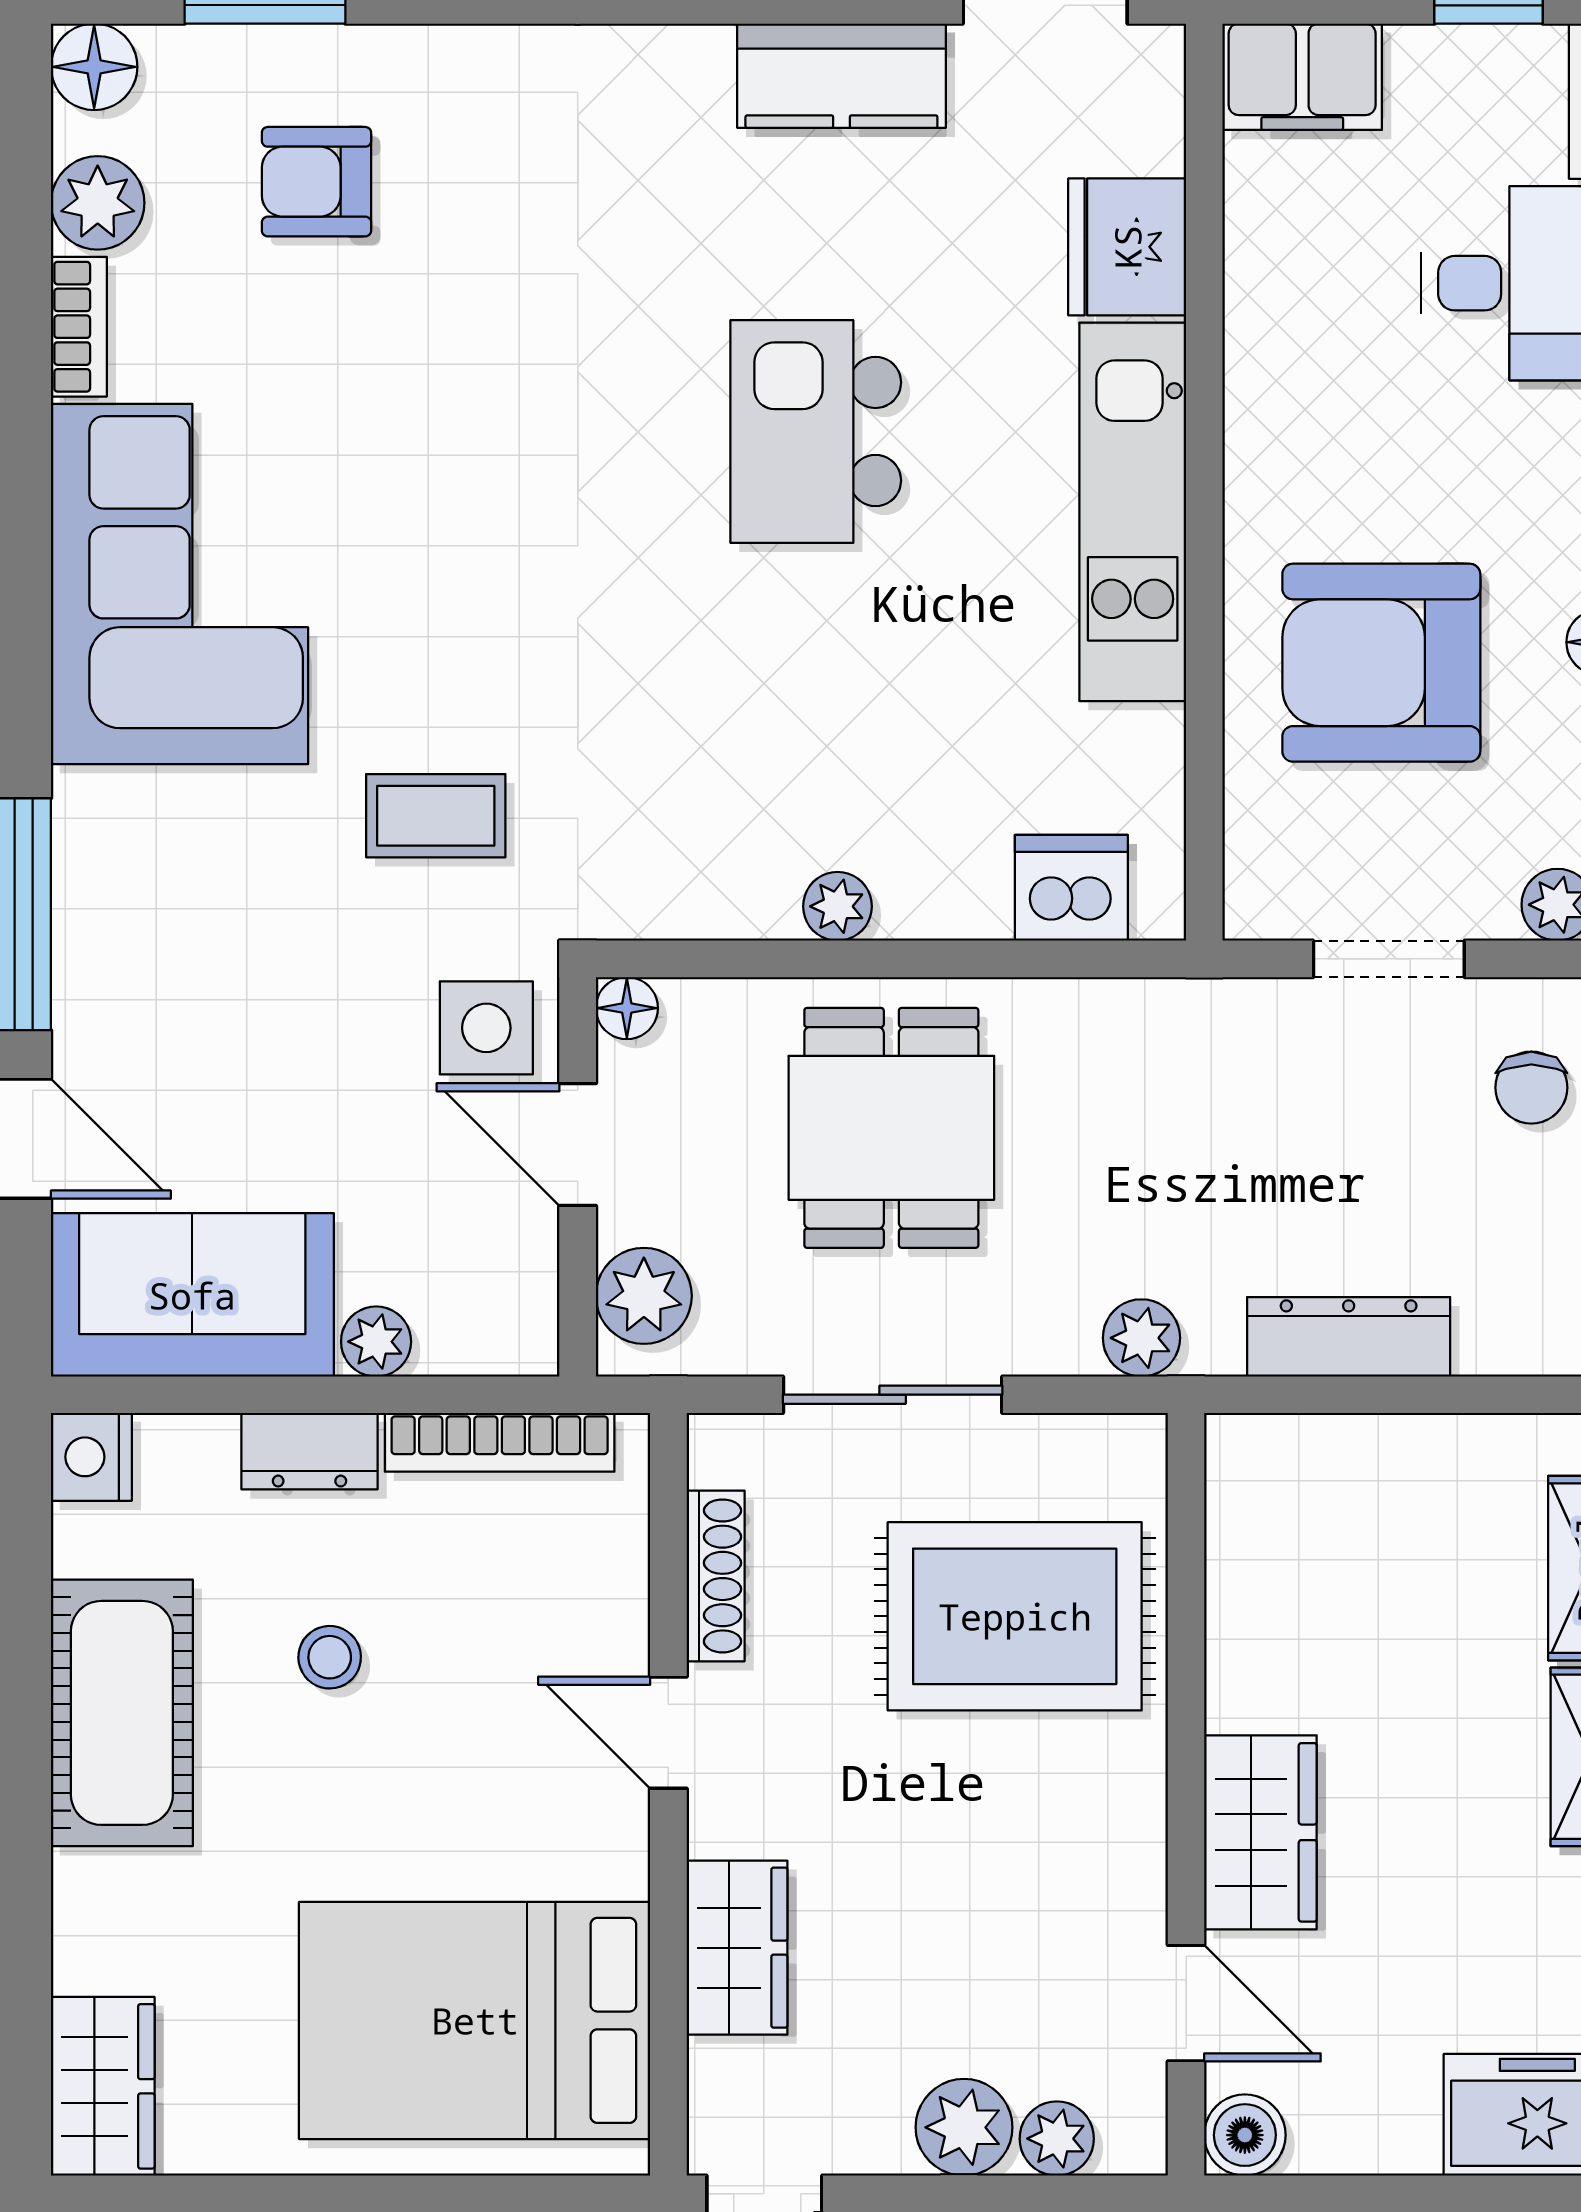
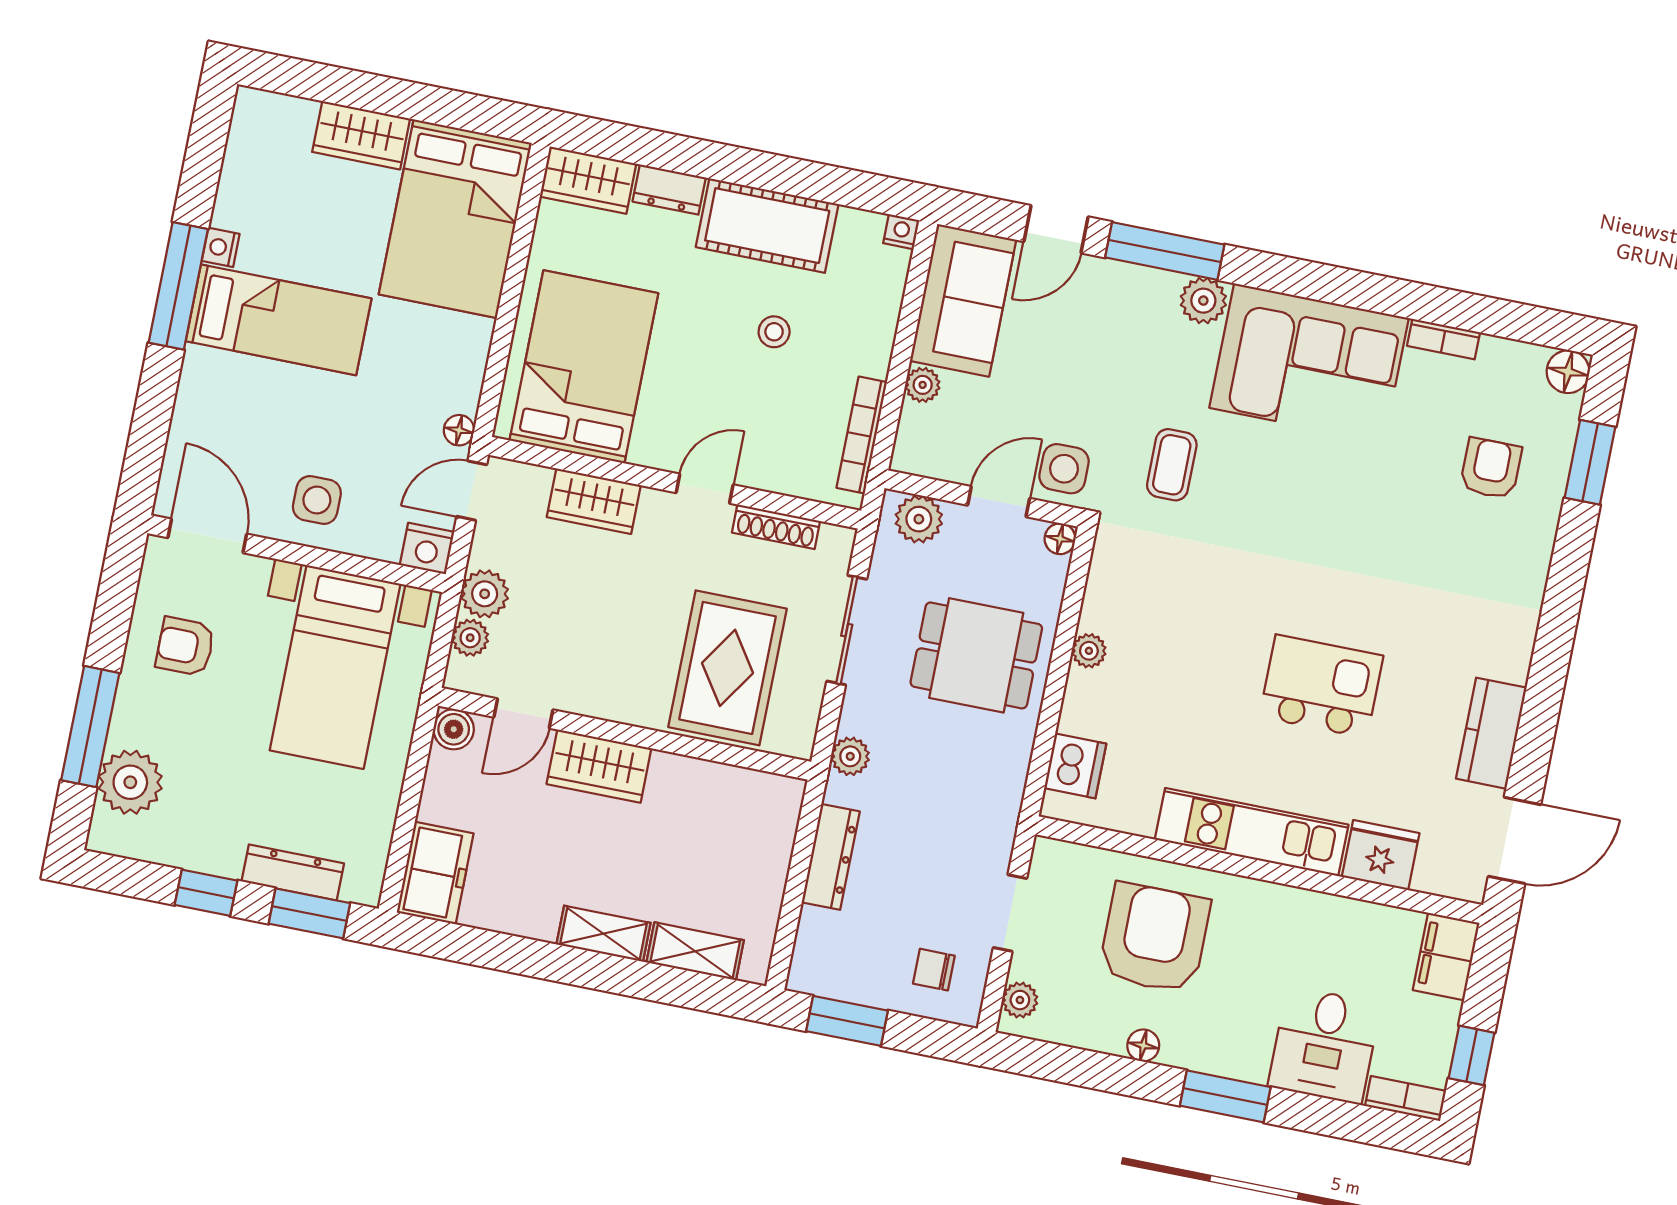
plant: (98, 203) -> (1203, 301), moved
dresser: (309, 1451) -> (669, 190), moved, turned -90
nightstand: (91, 1457) -> (901, 232), width x0.72, depth x0.74

